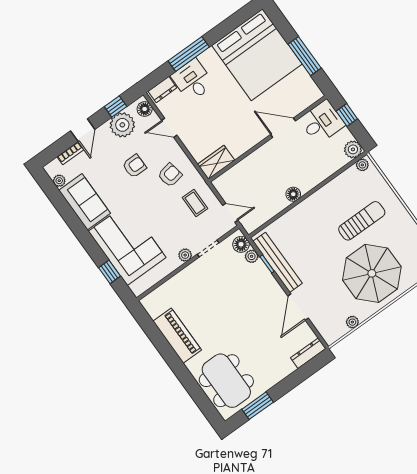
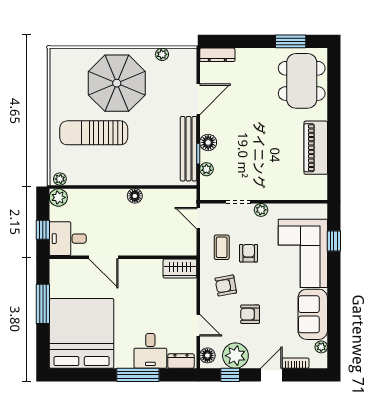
armchair: (170, 214) -> (249, 253), added
sun lounger: (362, 221) -> (94, 133), width x1.36, depth x1.34
floor lamp: (241, 244) -> (208, 142), moved

